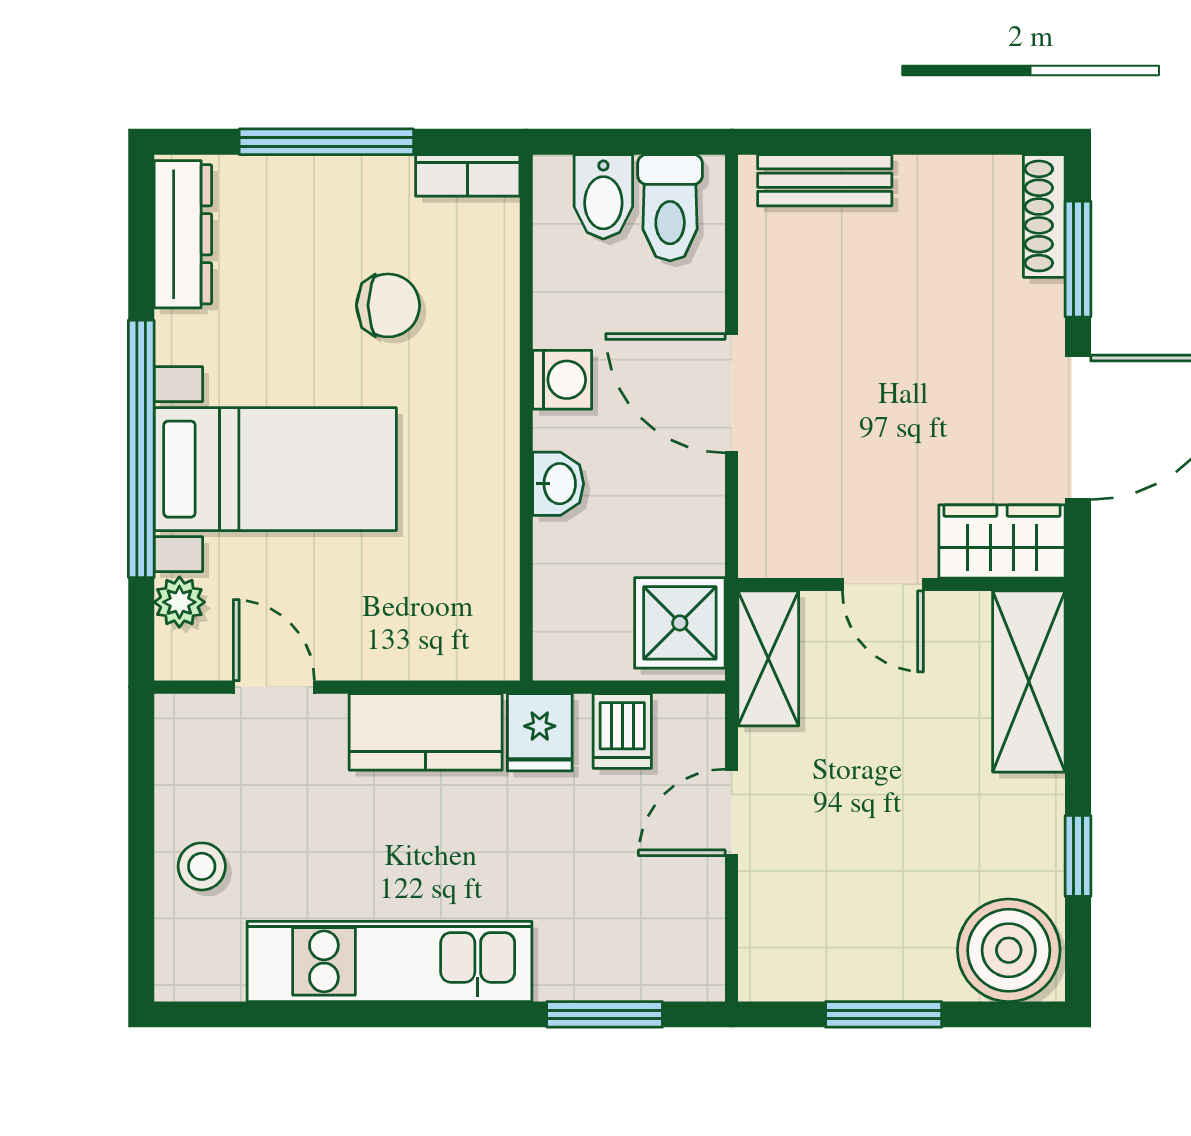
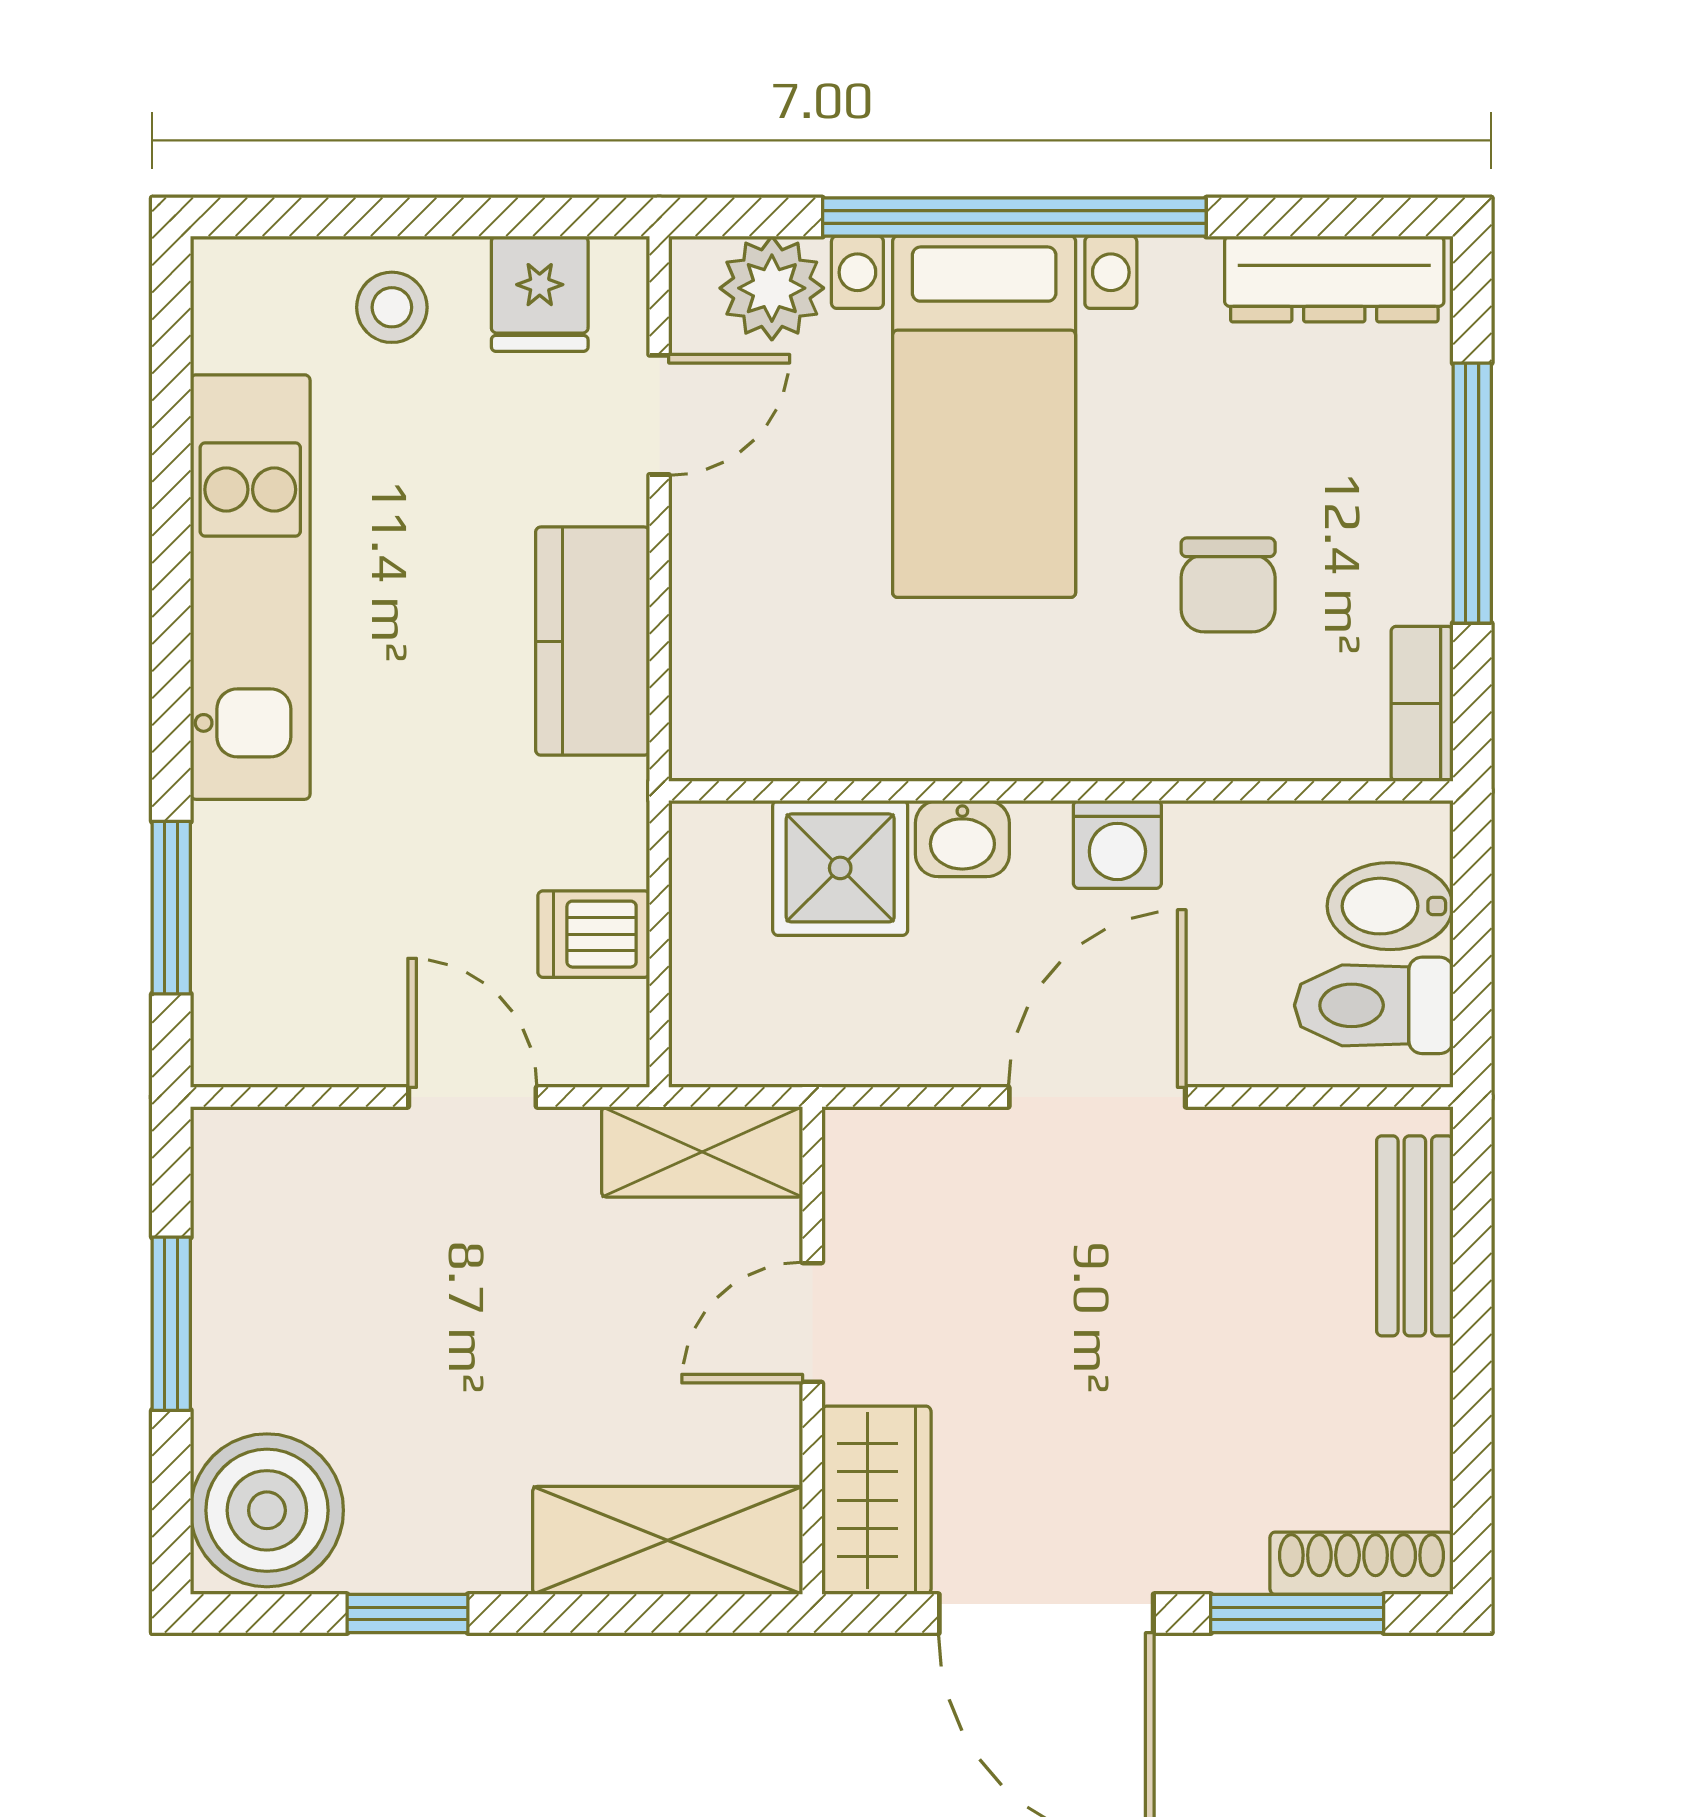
plant: (179, 602) -> (772, 288), width x1.38, depth x1.38
shower: (680, 623) -> (840, 868), moved
fridge: (540, 732) -> (540, 294), moved, turned -90

